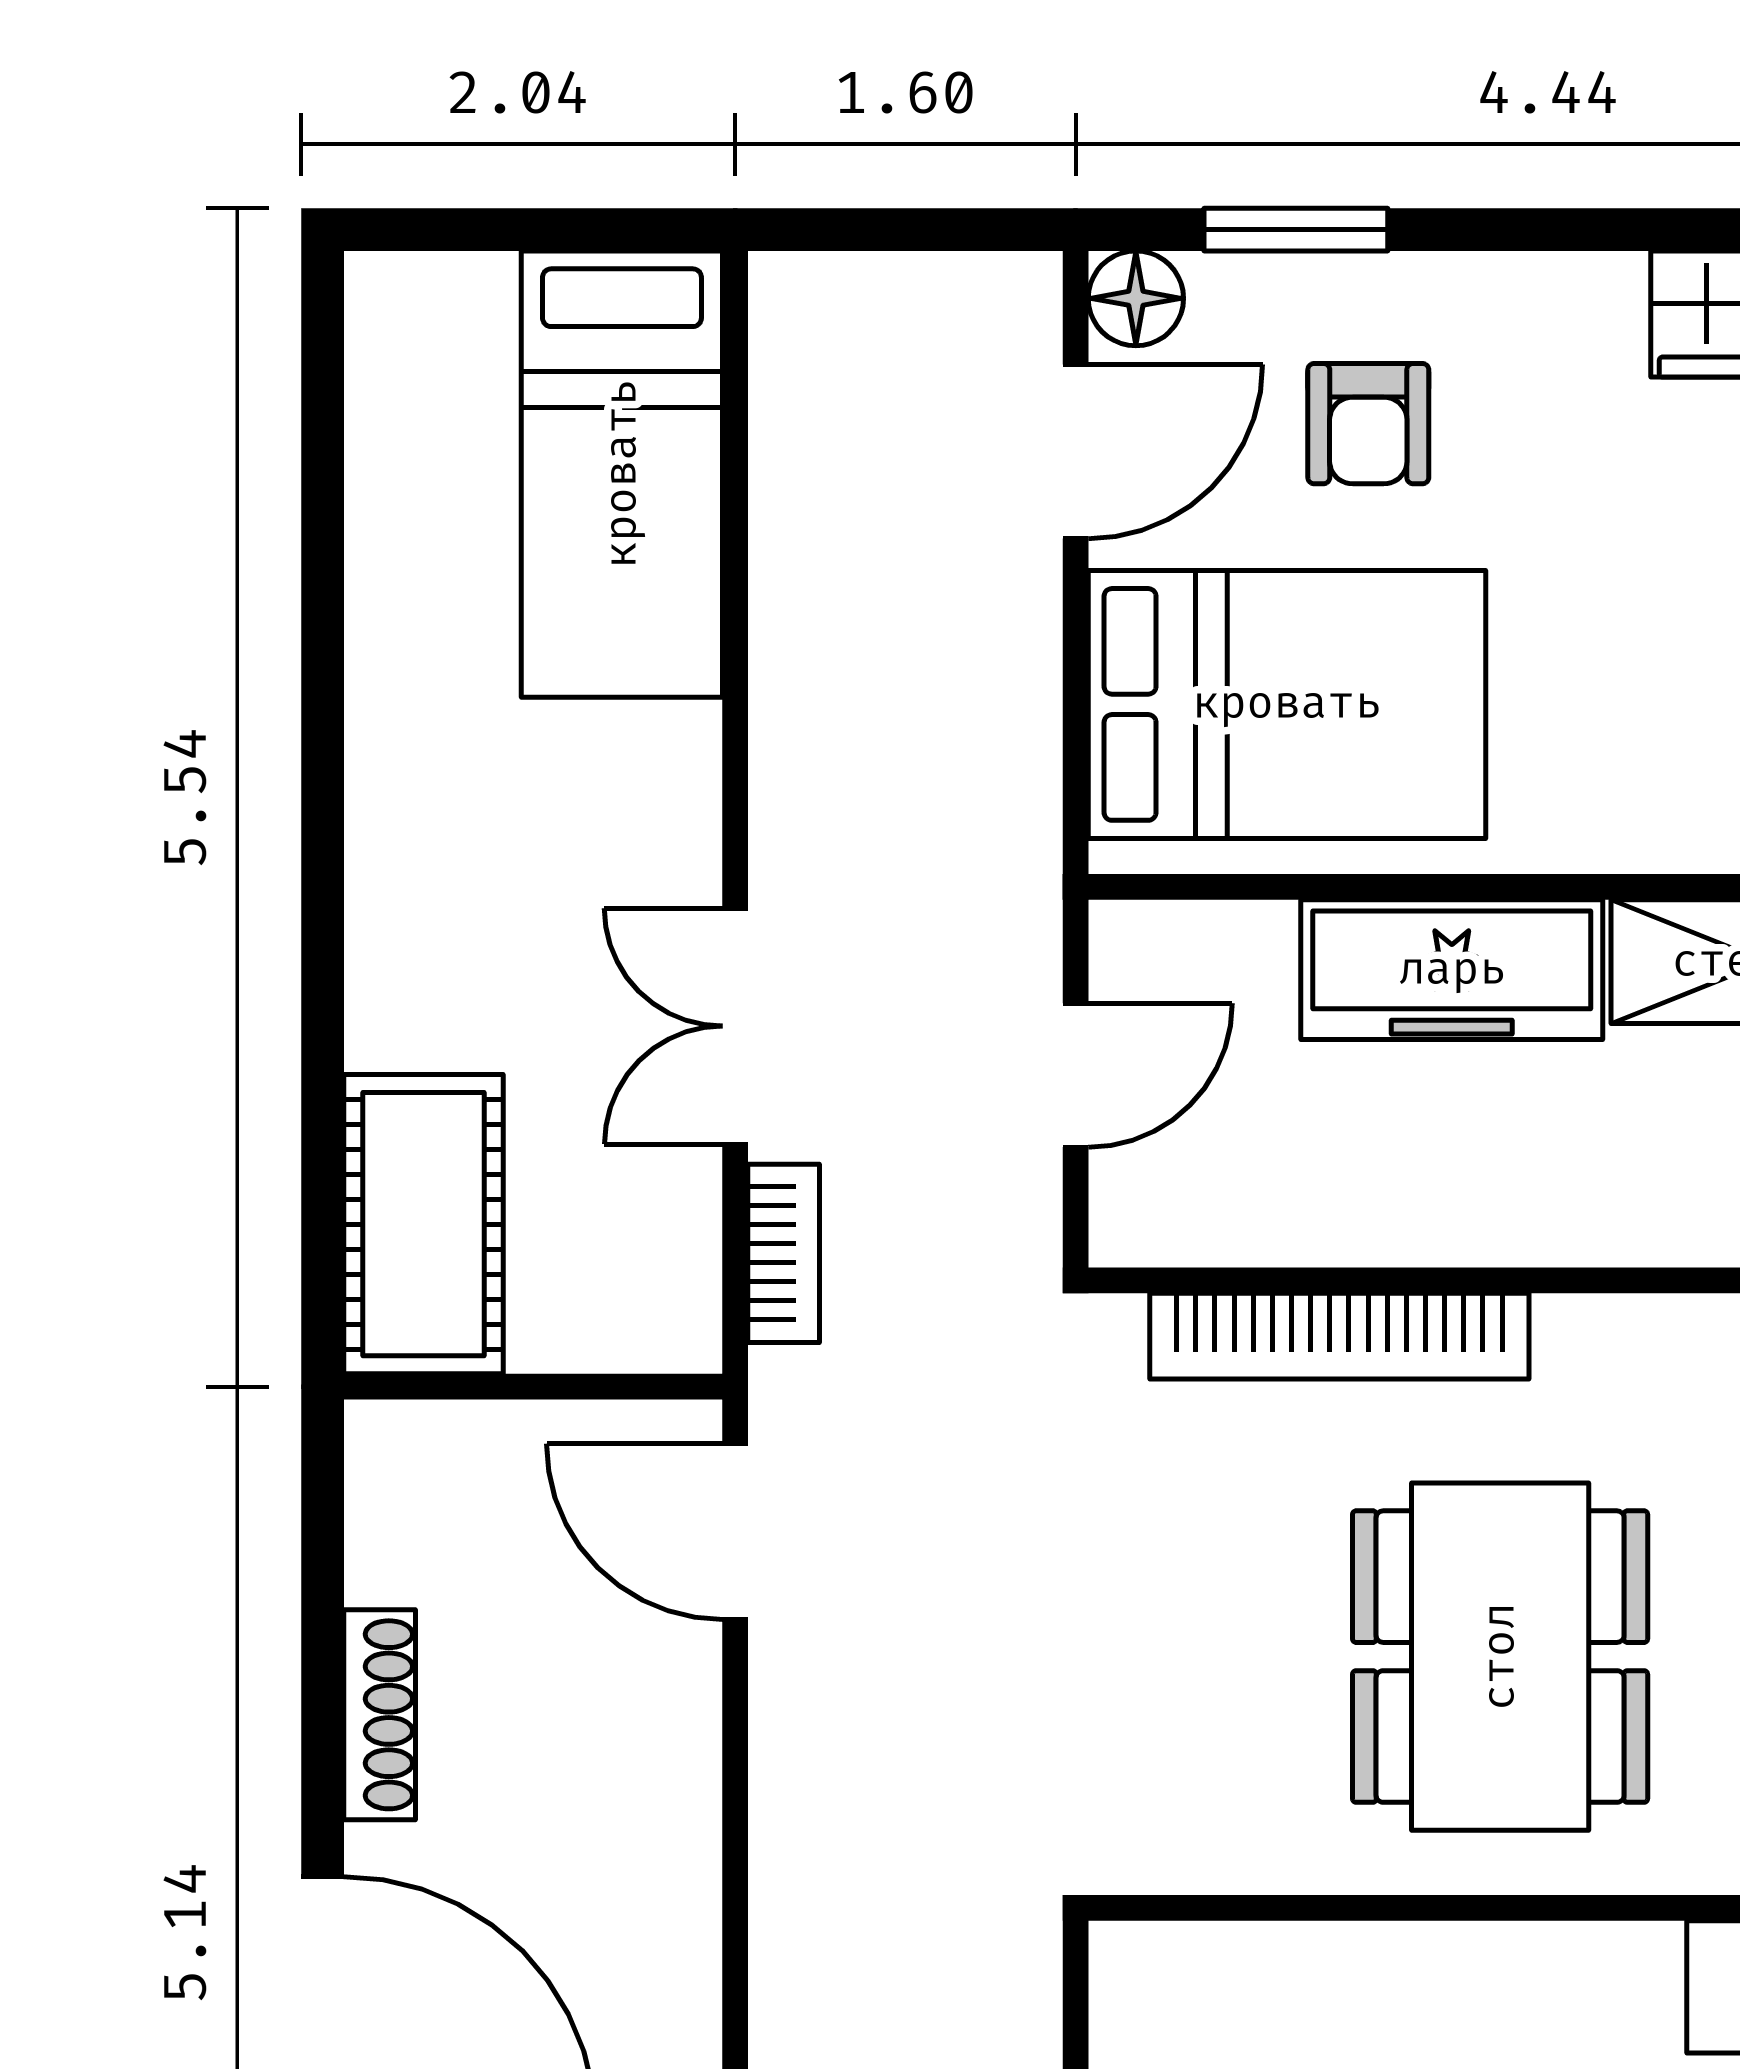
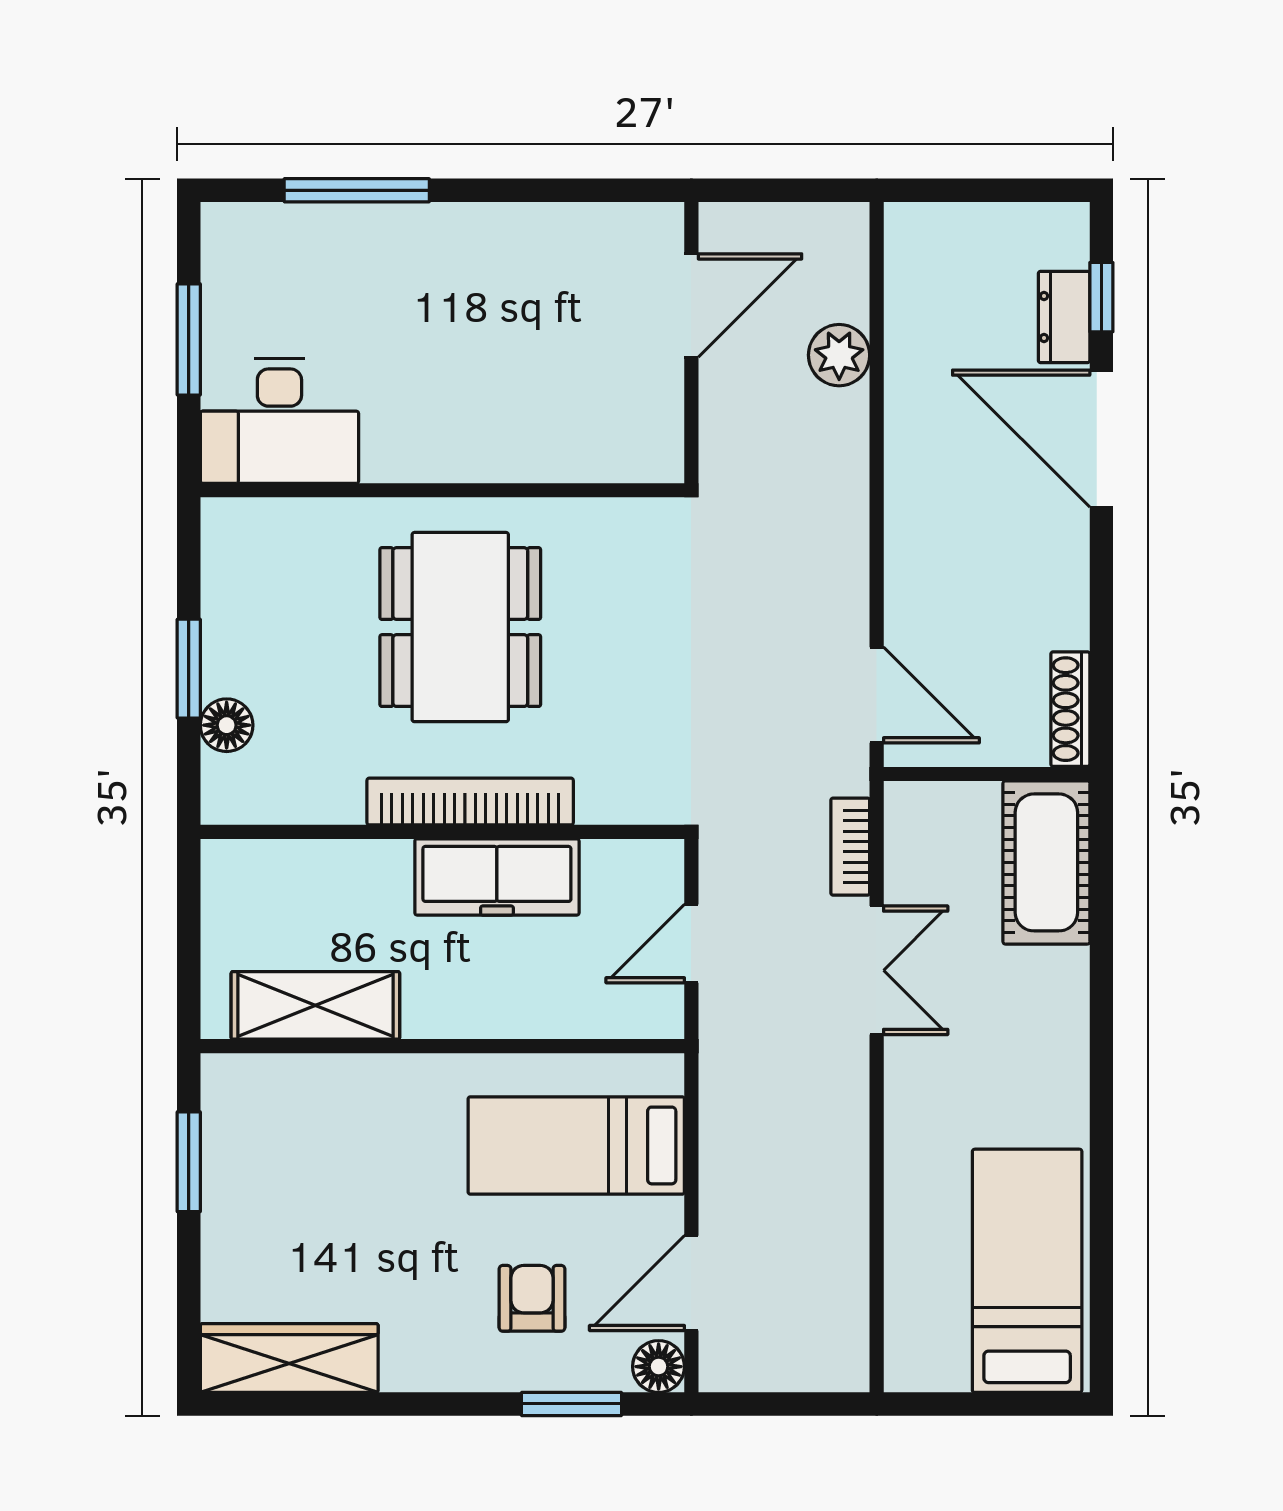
bed: (622, 474) -> (1027, 1271), moved
bed: (1287, 704) -> (576, 1145), width x0.67
freezer: (1452, 970) -> (497, 877), moved, turned 180
bookcase: (1339, 1336) -> (470, 802), moved
shoe rack: (380, 1715) -> (1070, 709), moved

